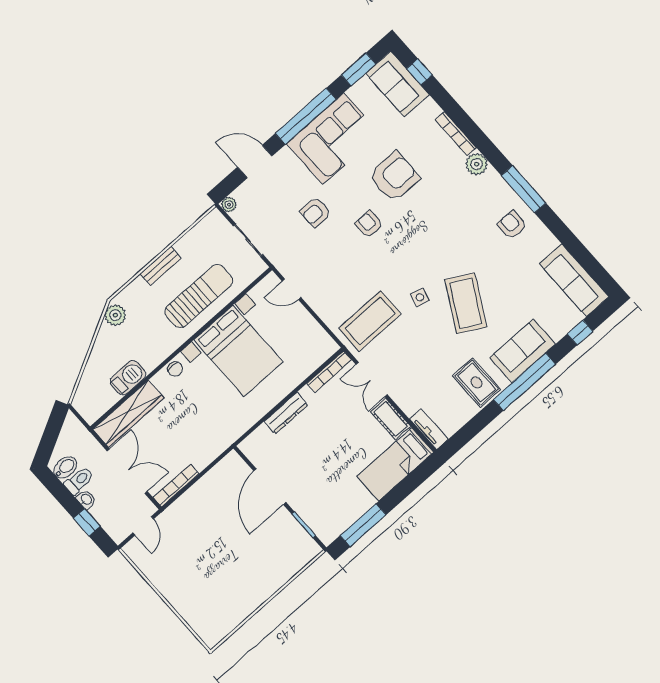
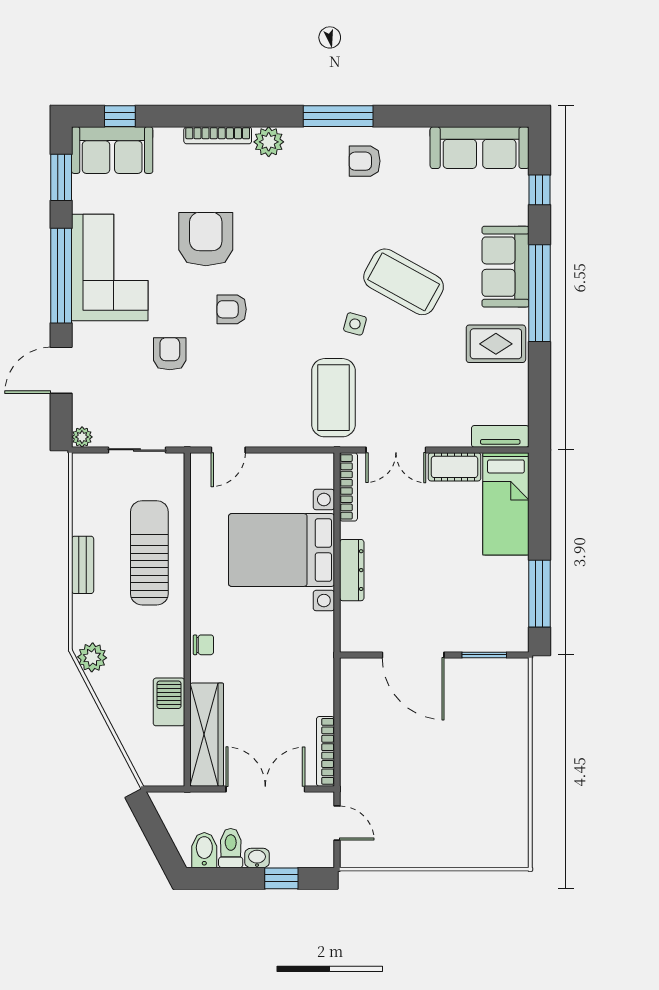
armchair: (316, 212) -> (170, 354), turned 180
bed with nightstands: (238, 351) -> (282, 550), moved, turned 180

